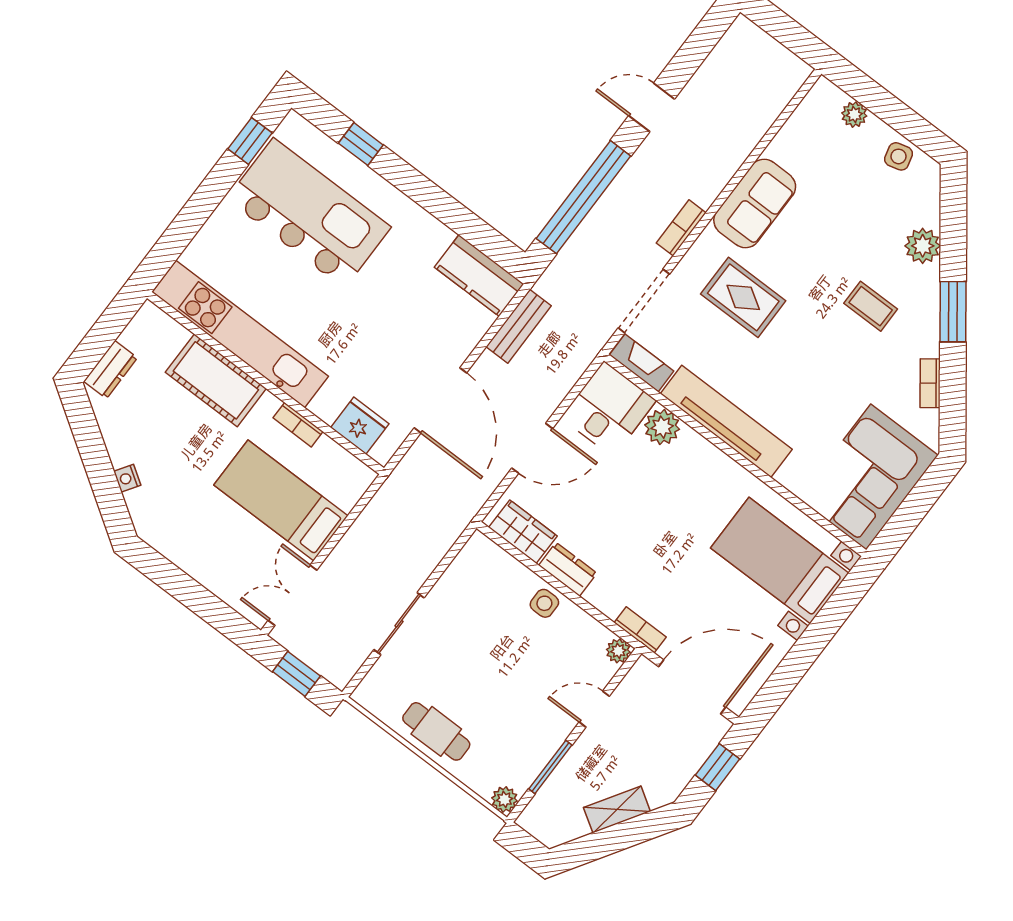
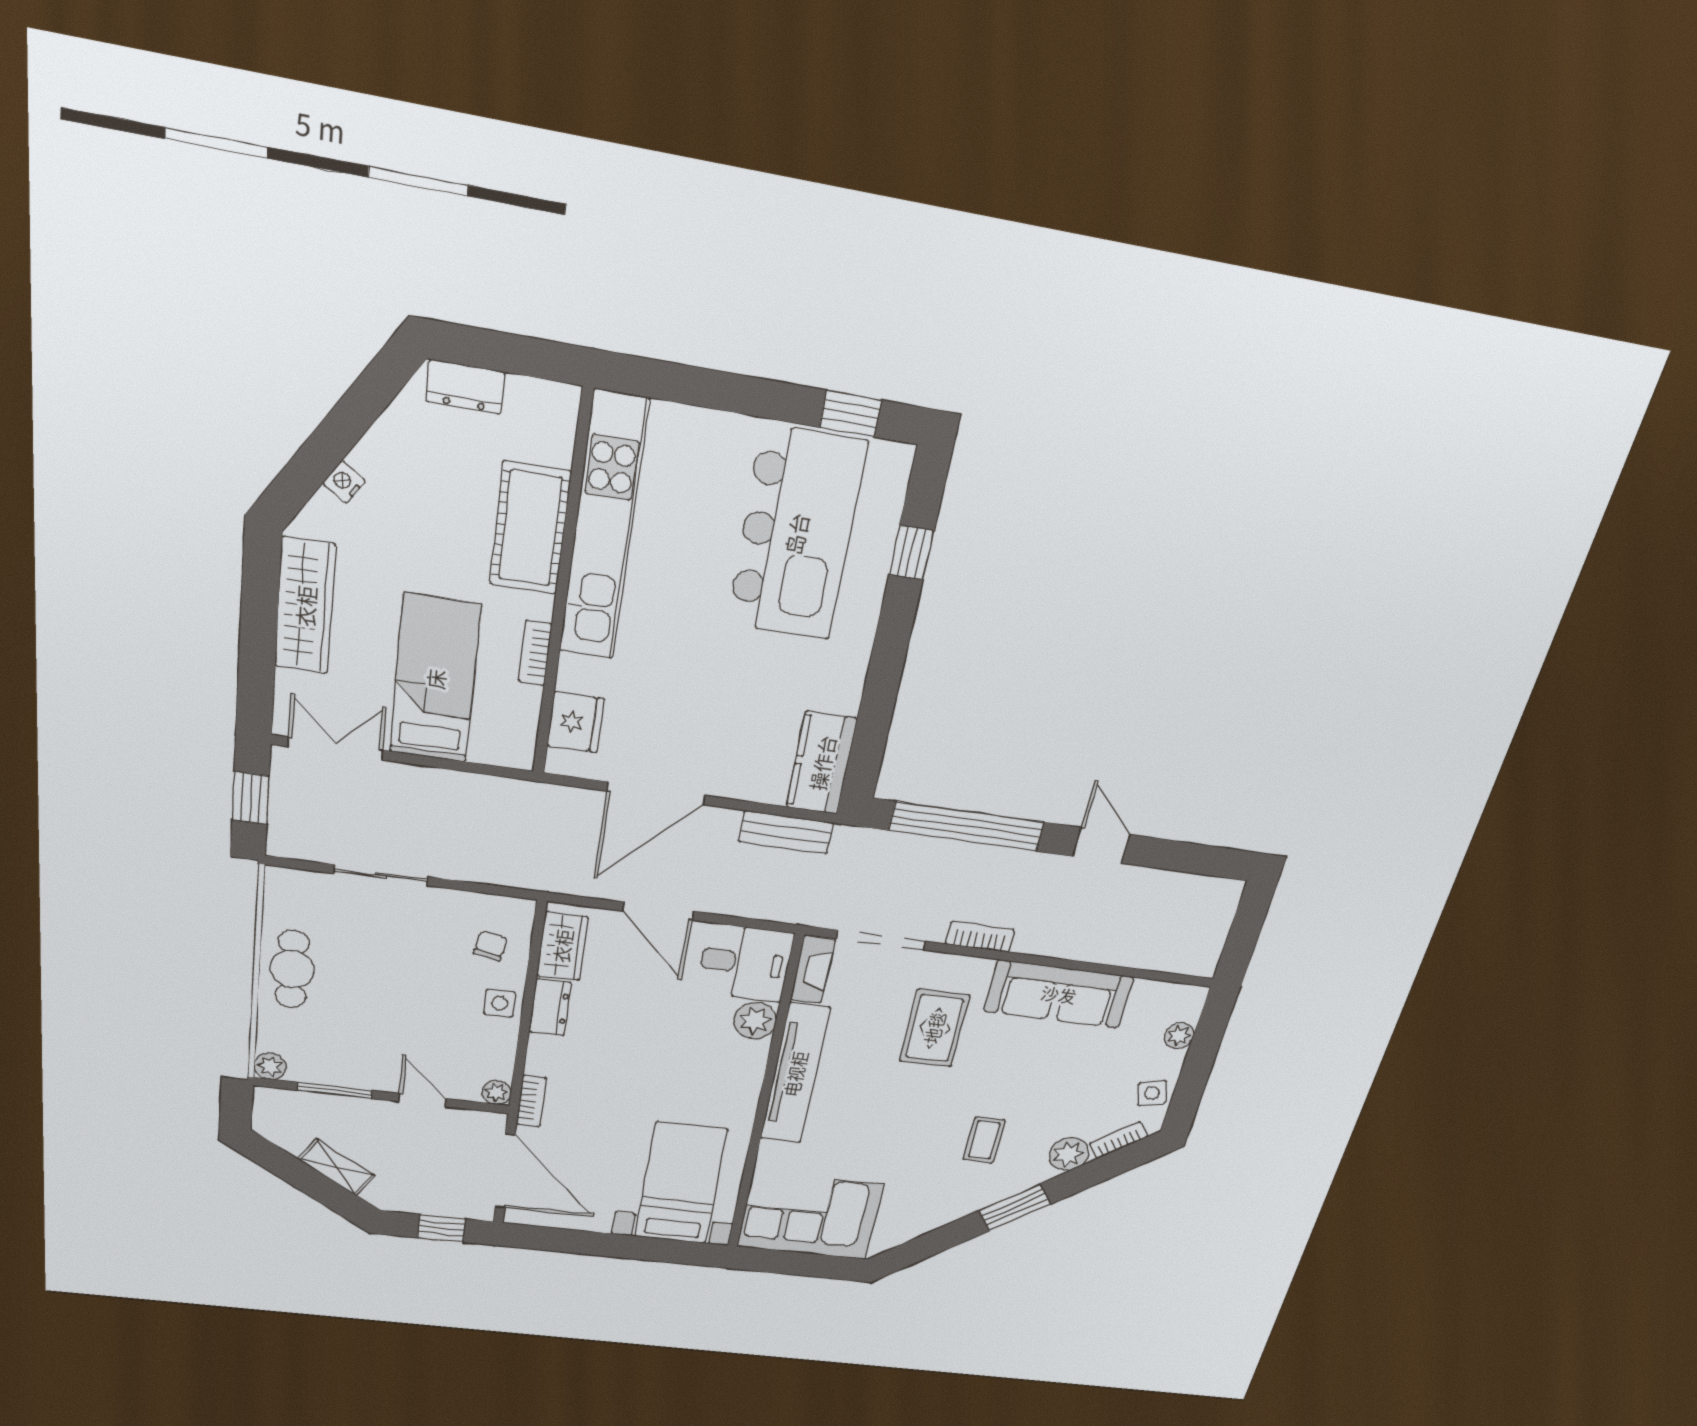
sofa: (755, 203) -> (1059, 994), width x1.36
bookcase: (930, 383) -> (1118, 1140), moved
wardrobe: (189, 553) -> (305, 606), added
chair: (495, 582) -> (491, 946), added

